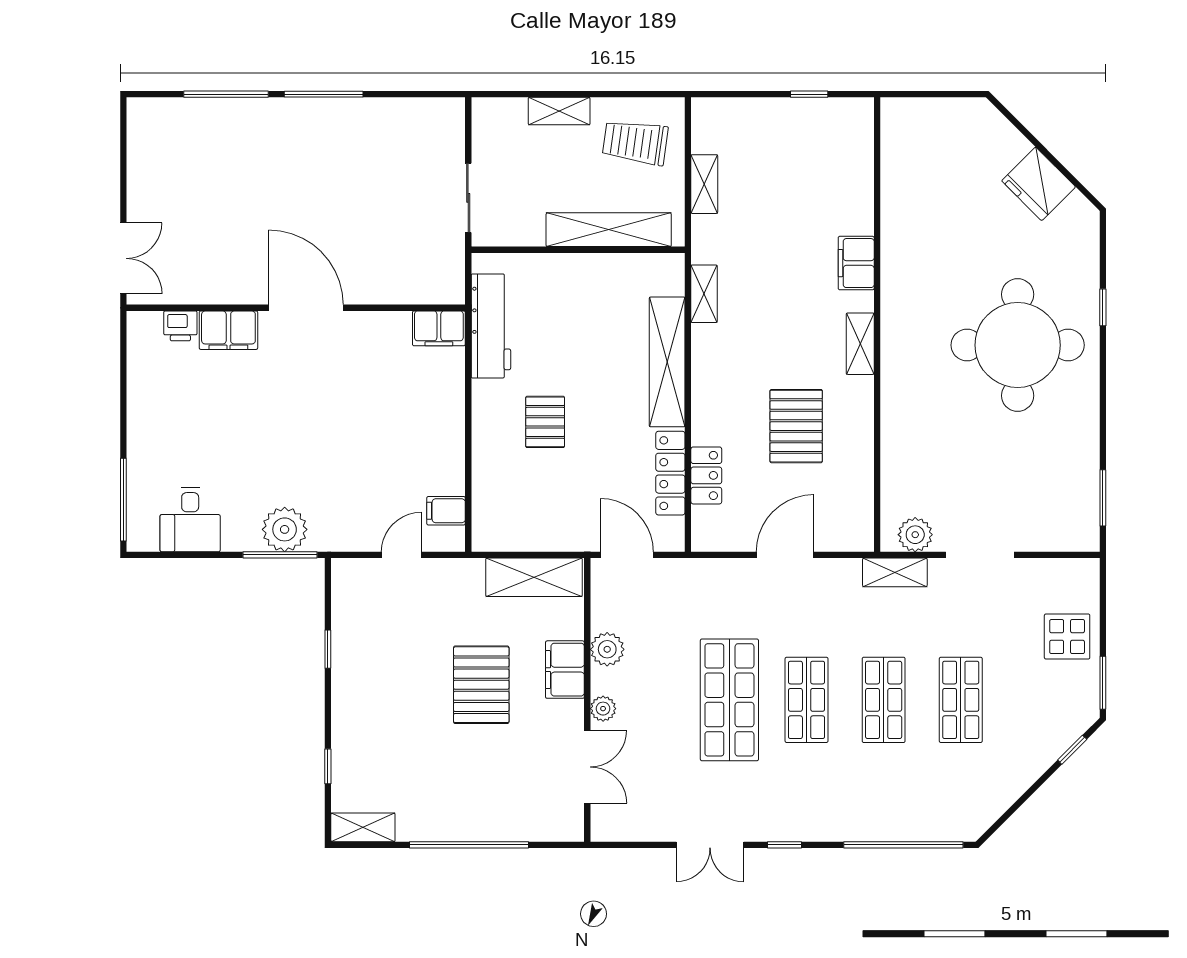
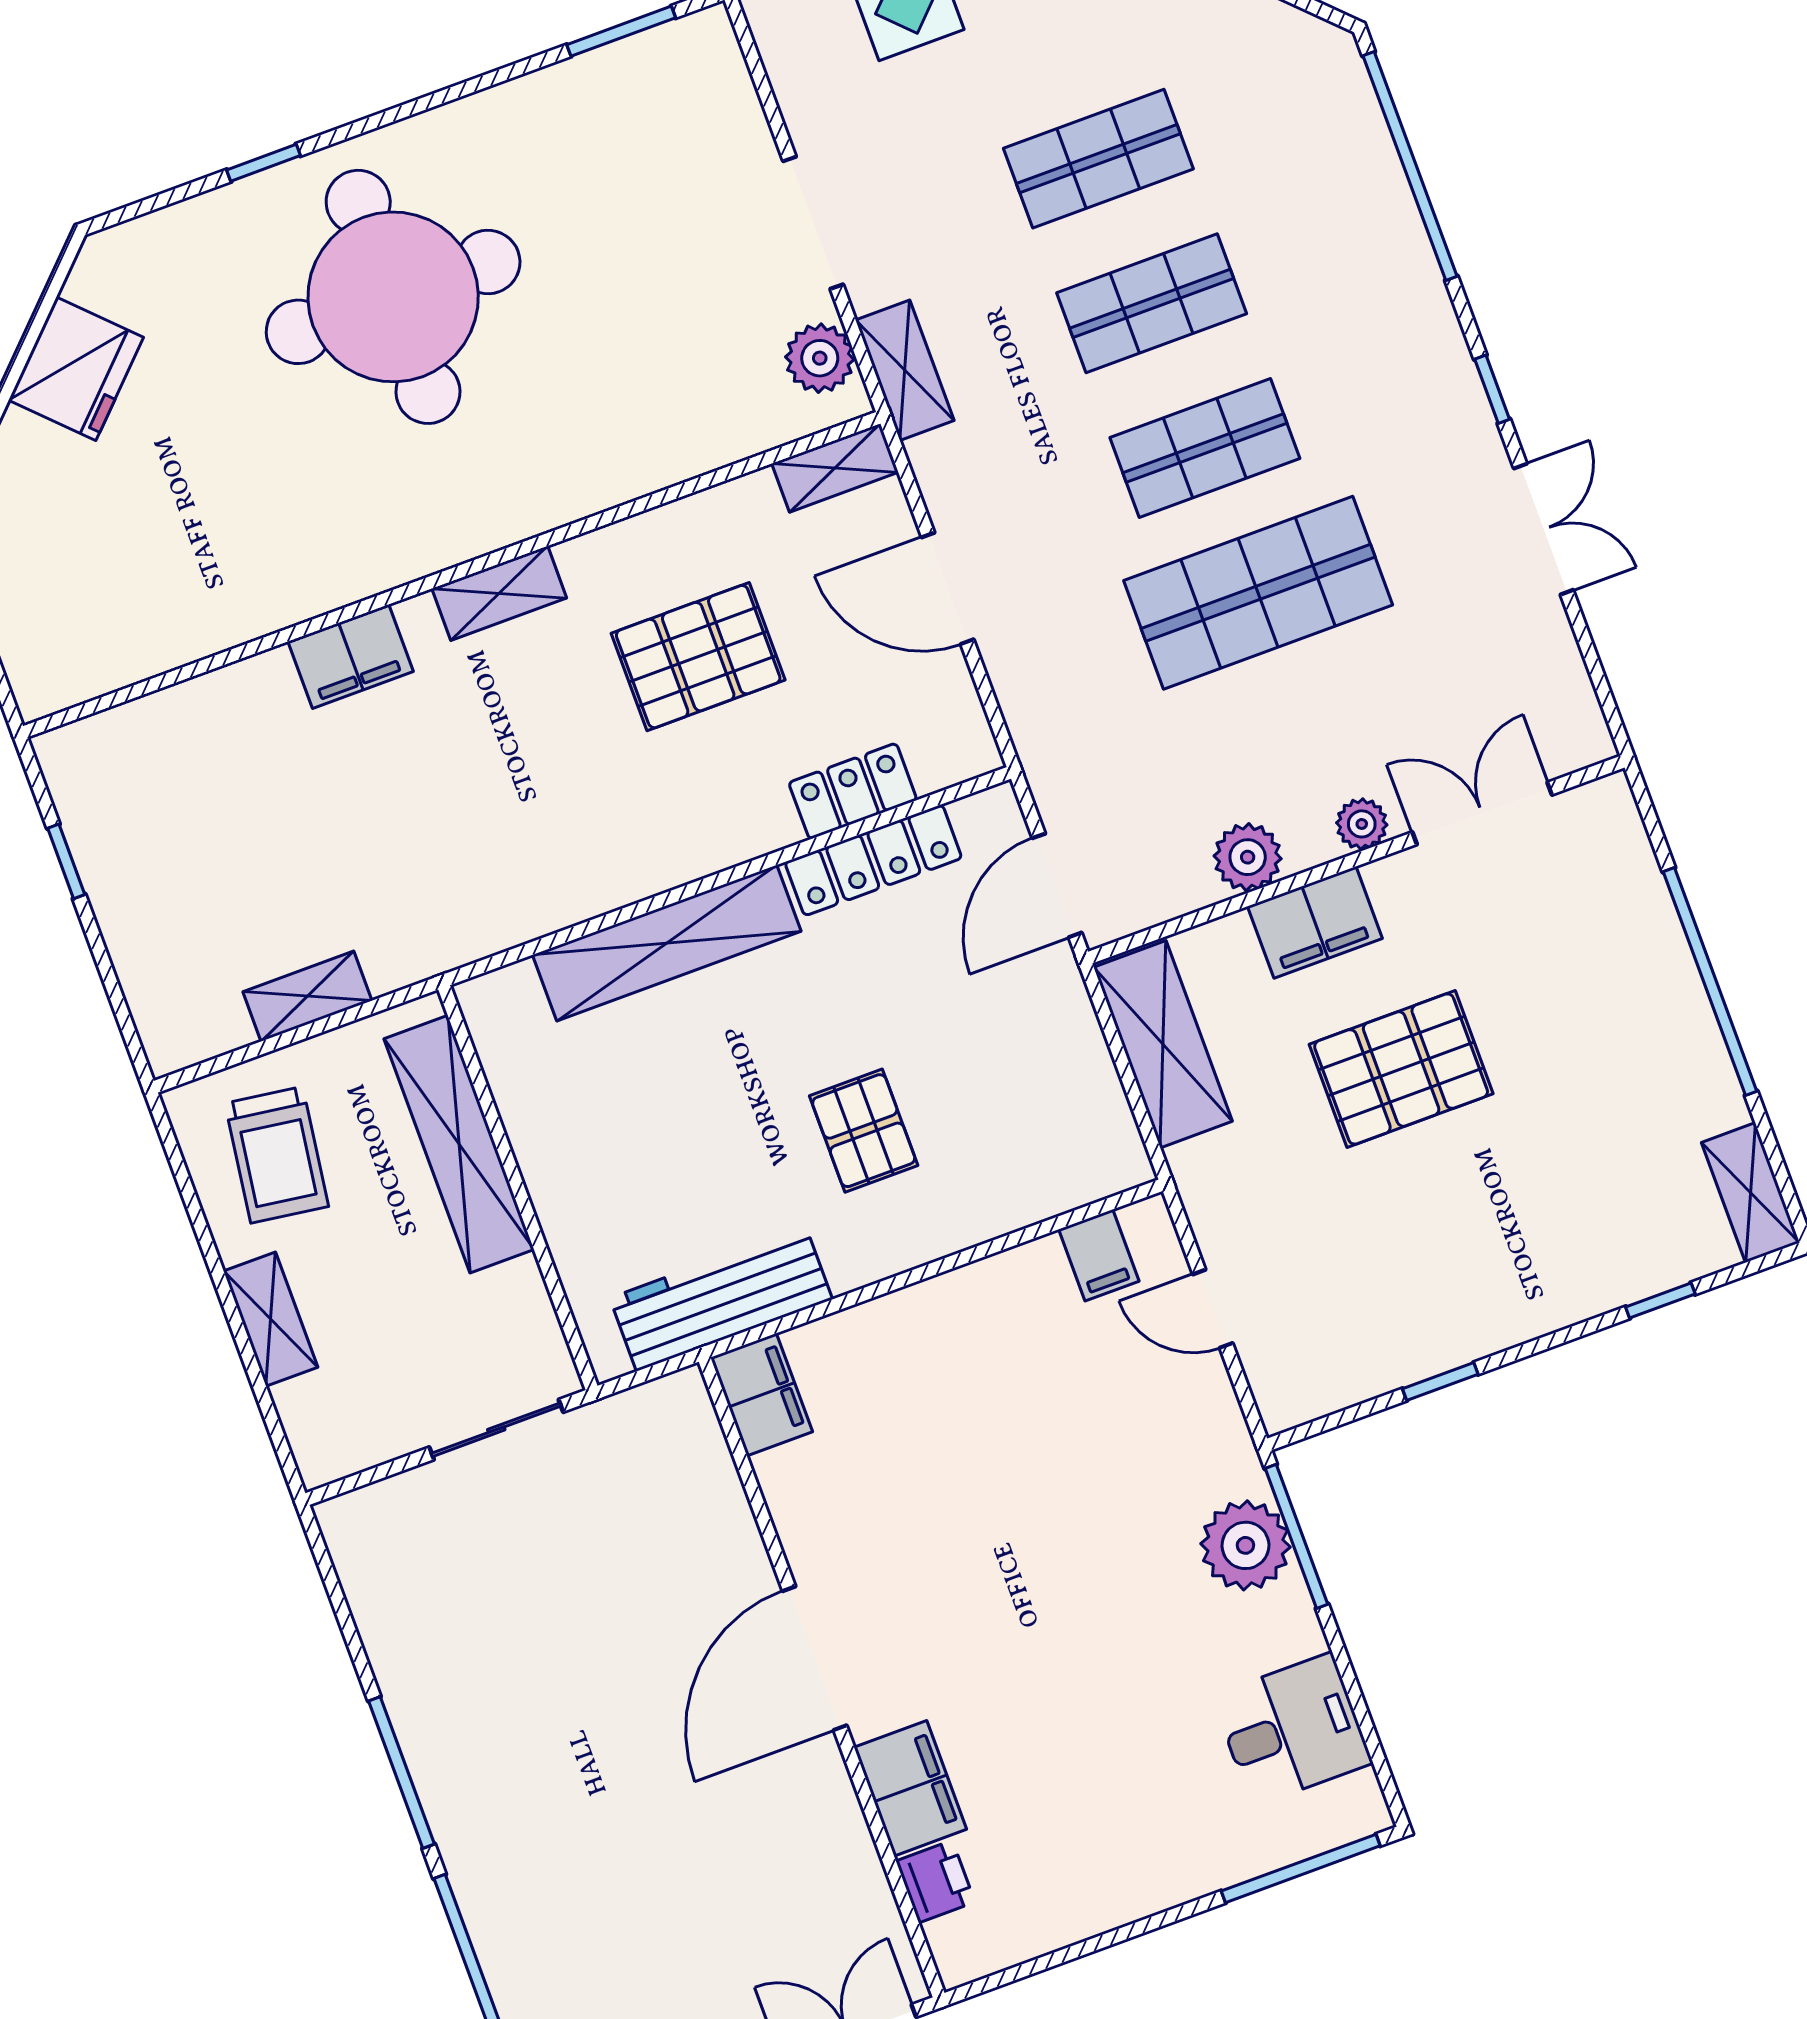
shelving: (704, 294) -> (835, 468), moved
pallet: (545, 422) -> (864, 1131), turned 90

